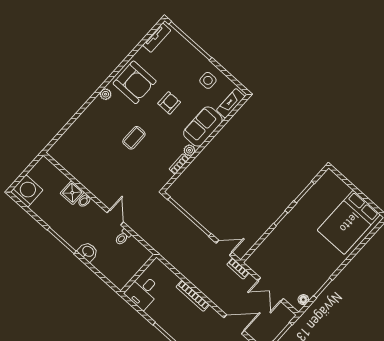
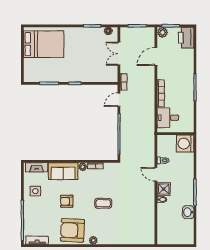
armchair: (135, 82) -> (73, 230), turned -87
washing machine: (27, 191) -> (185, 144), moved
shower: (72, 193) -> (164, 189), moved
door: (115, 217) -> (156, 174), hinge flipped
door: (224, 248) -> (119, 100), hinge flipped
washbasin: (88, 252) -> (188, 212), moved
double door: (271, 290) -> (119, 54), swing flipped
desk: (143, 292) -> (168, 118), moved, turned 180
door: (234, 324) -> (156, 57), hinge flipped

